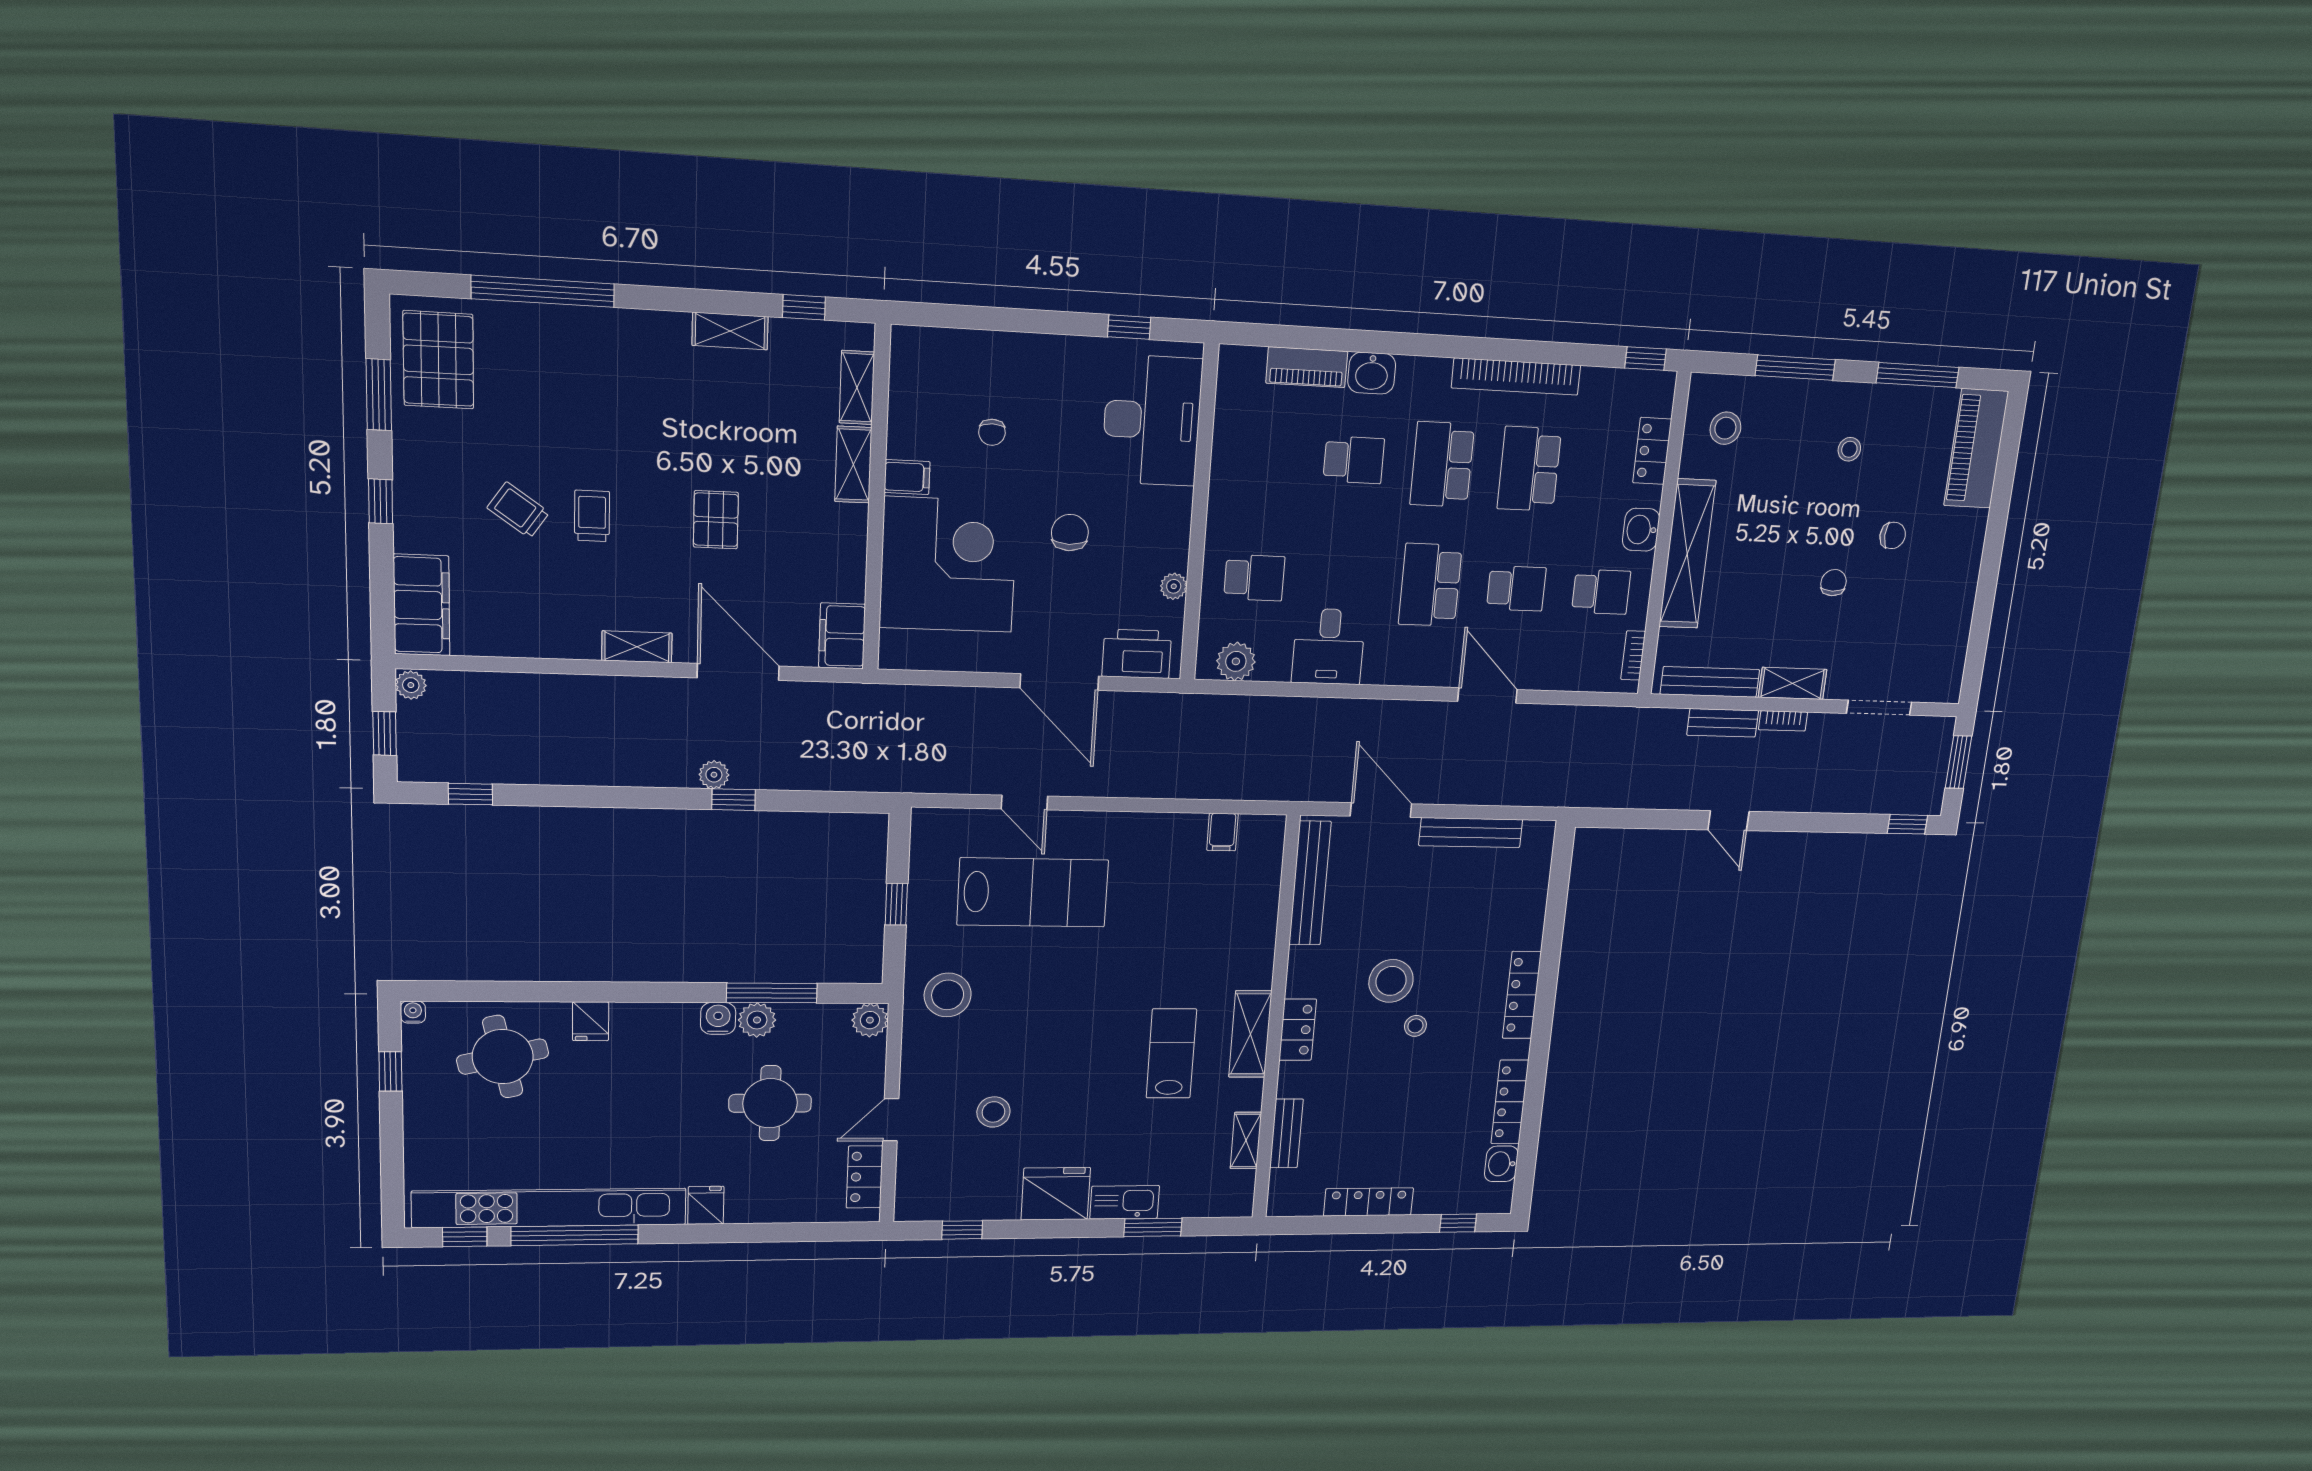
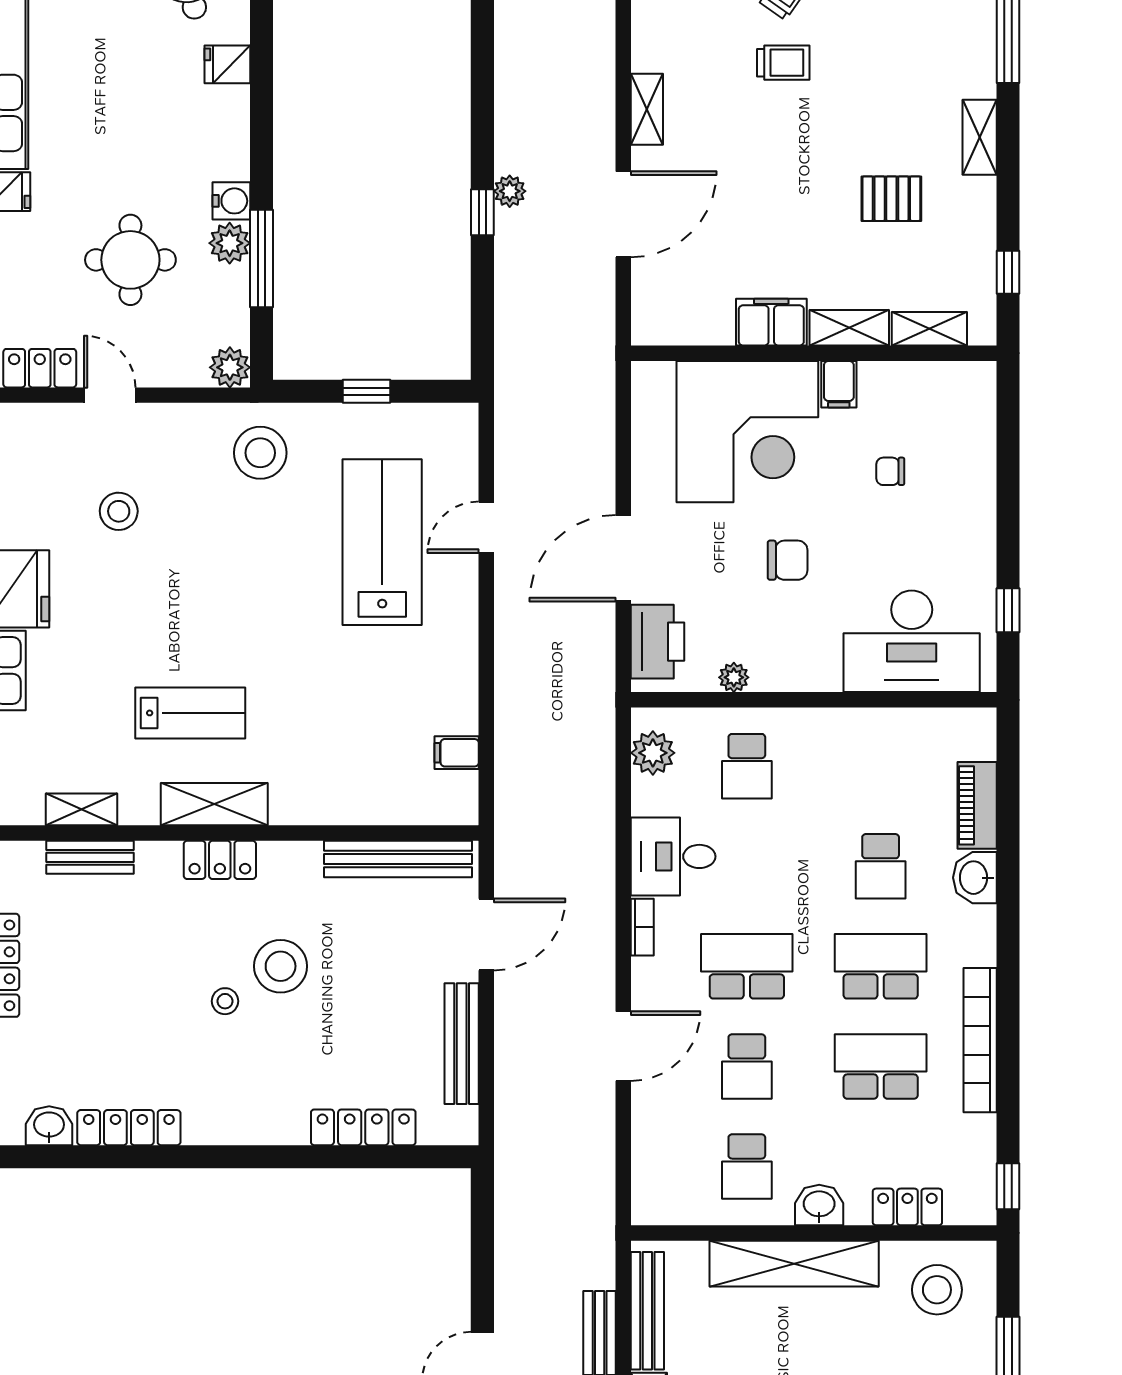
shelving: (730, 331) -> (980, 137), moved
stool: (1725, 428) -> (937, 1290), width x1.38, depth x1.38
pallet: (716, 520) -> (891, 199), moved
filing cabinet: (842, 636) -> (771, 322), moved
bookcase: (1633, 655) -> (642, 927), moved, turned 90
lab bench: (1033, 892) -> (382, 542), turned 180
locker: (1522, 995) -> (363, 1127), moved

